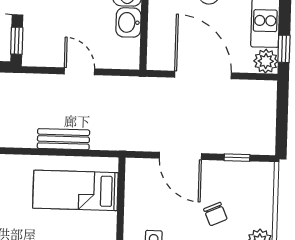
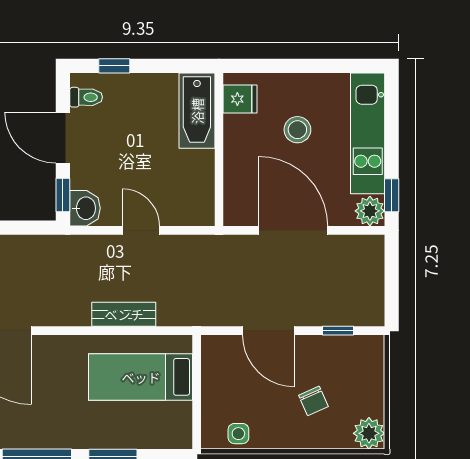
washbasin: (128, 22) -> (85, 208), moved, turned 180

